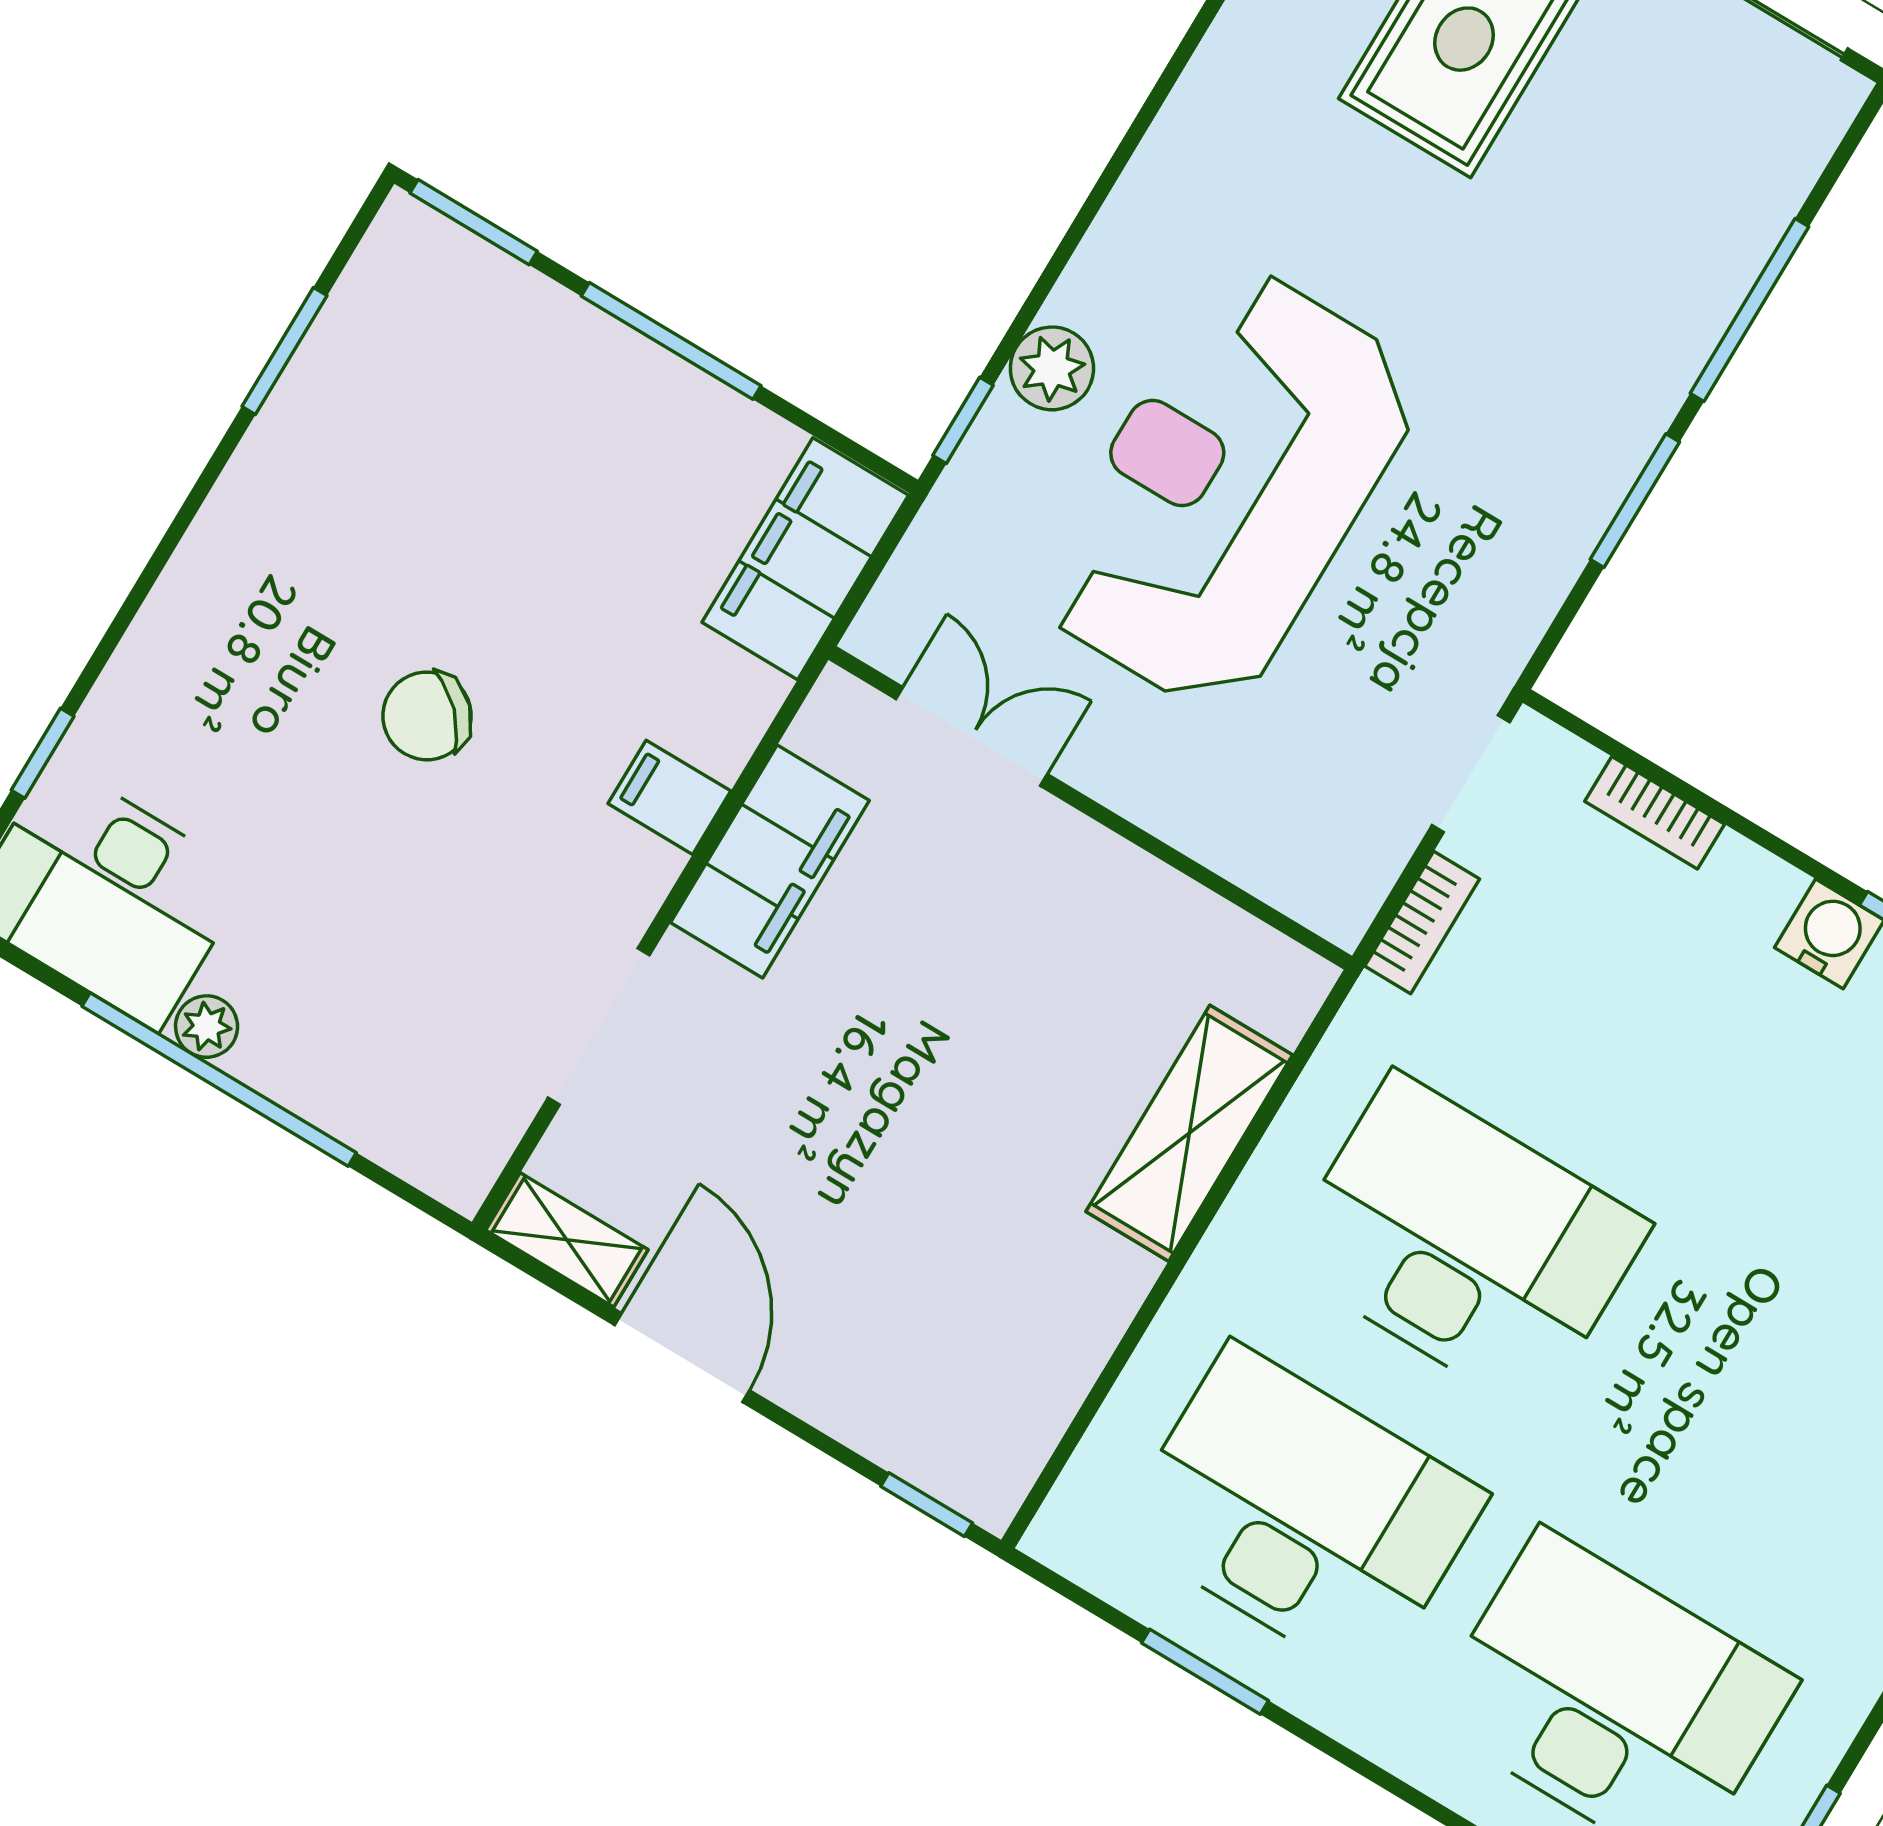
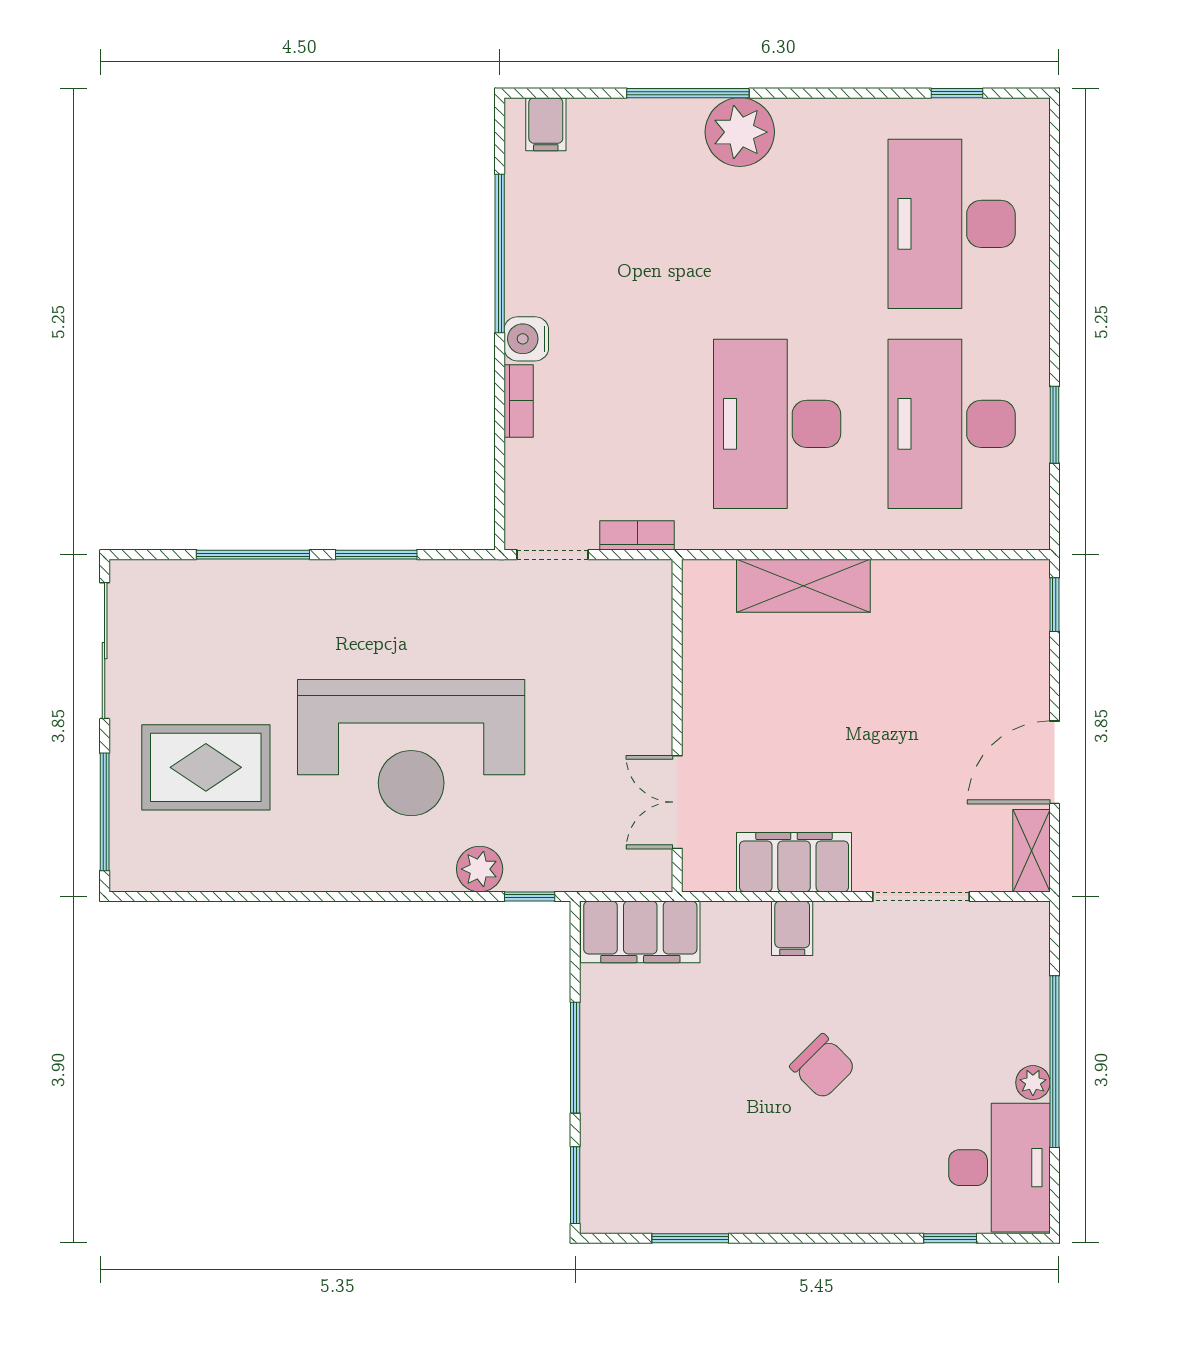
reception desk: (1229, 490) -> (411, 748), moved
bookcase: (1655, 813) -> (519, 401), moved

